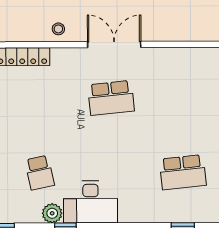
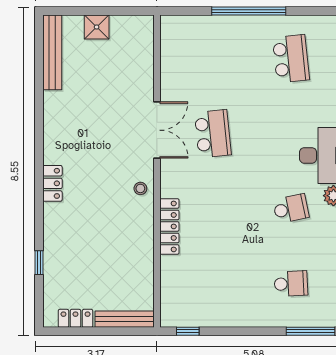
double door: (114, 45) -> (157, 130), swing flipped

